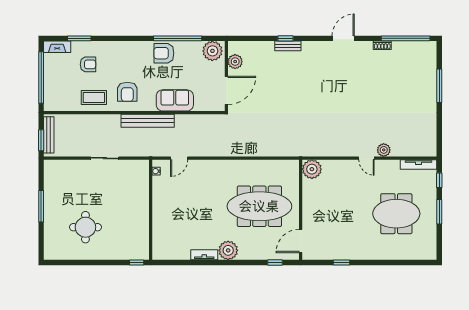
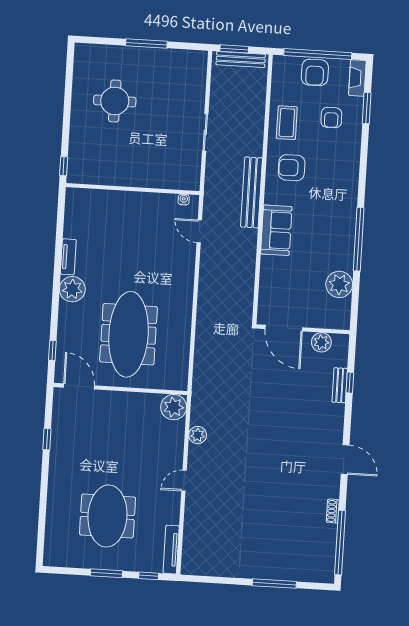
armchair: (164, 53) -> (315, 72), moved, turned 180
plant: (235, 62) -> (321, 342), moved
wall: (226, 76) -> (303, 329), moved
door: (226, 90) -> (284, 328), moved
plant: (384, 150) -> (198, 435), moved

